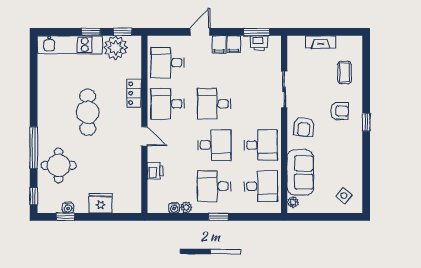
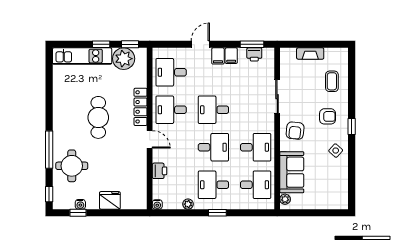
locker: (134, 93) -> (141, 107), width x1.53
side table: (344, 196) -> (336, 151), moved
water cooler: (174, 208) -> (157, 204), moved

